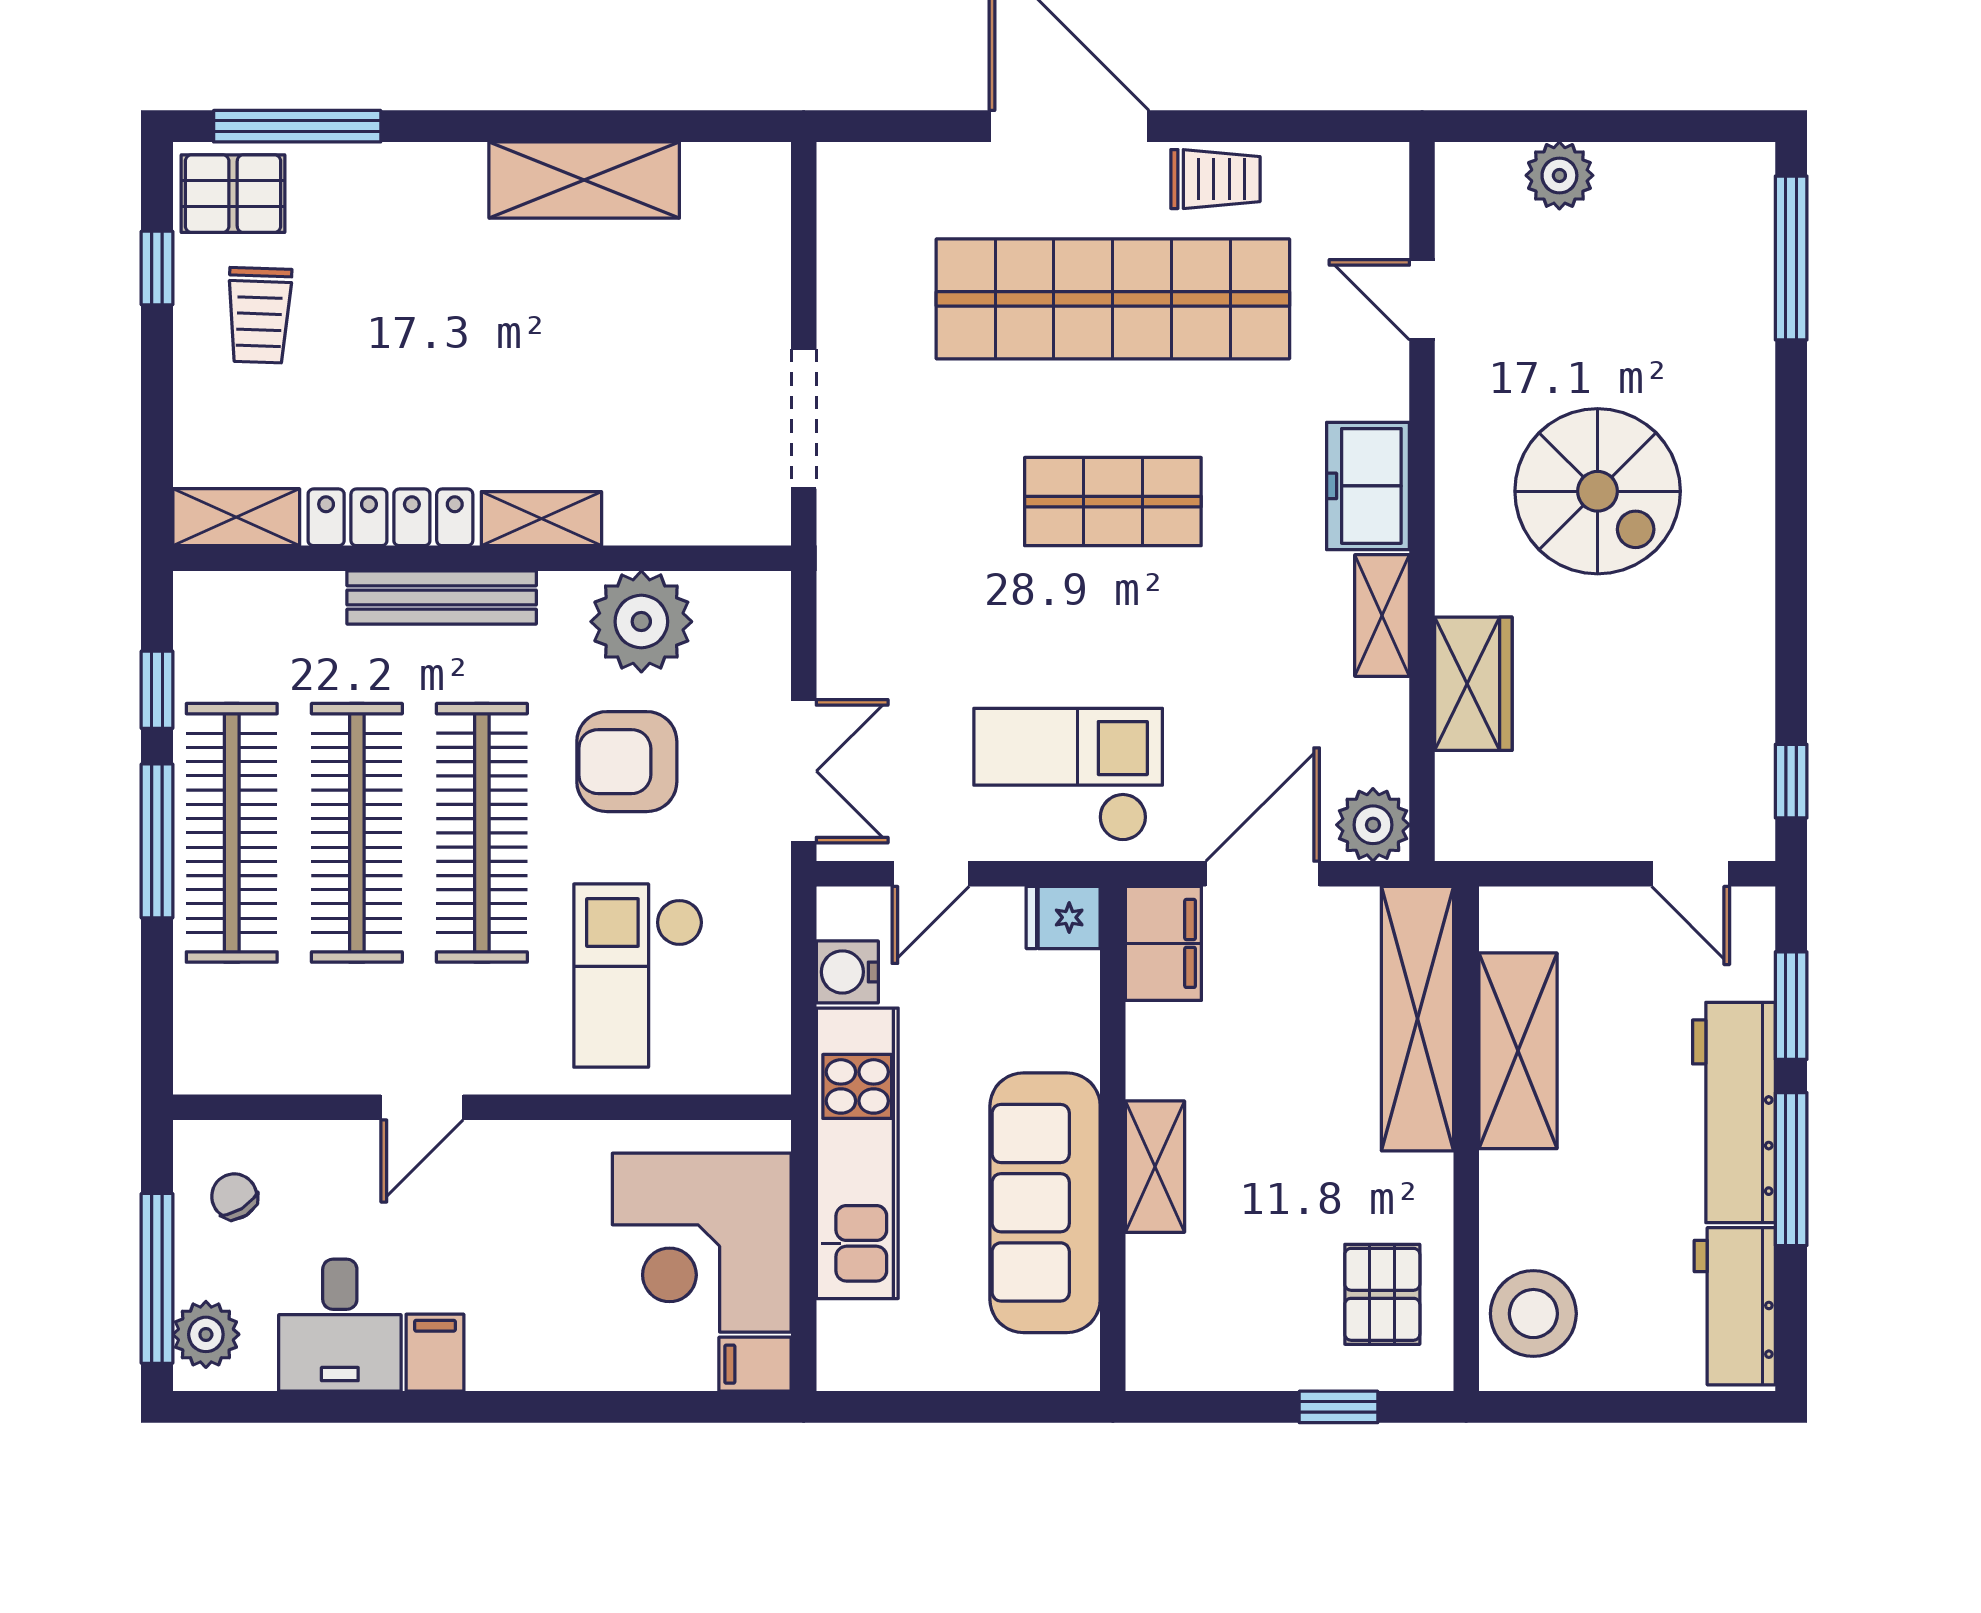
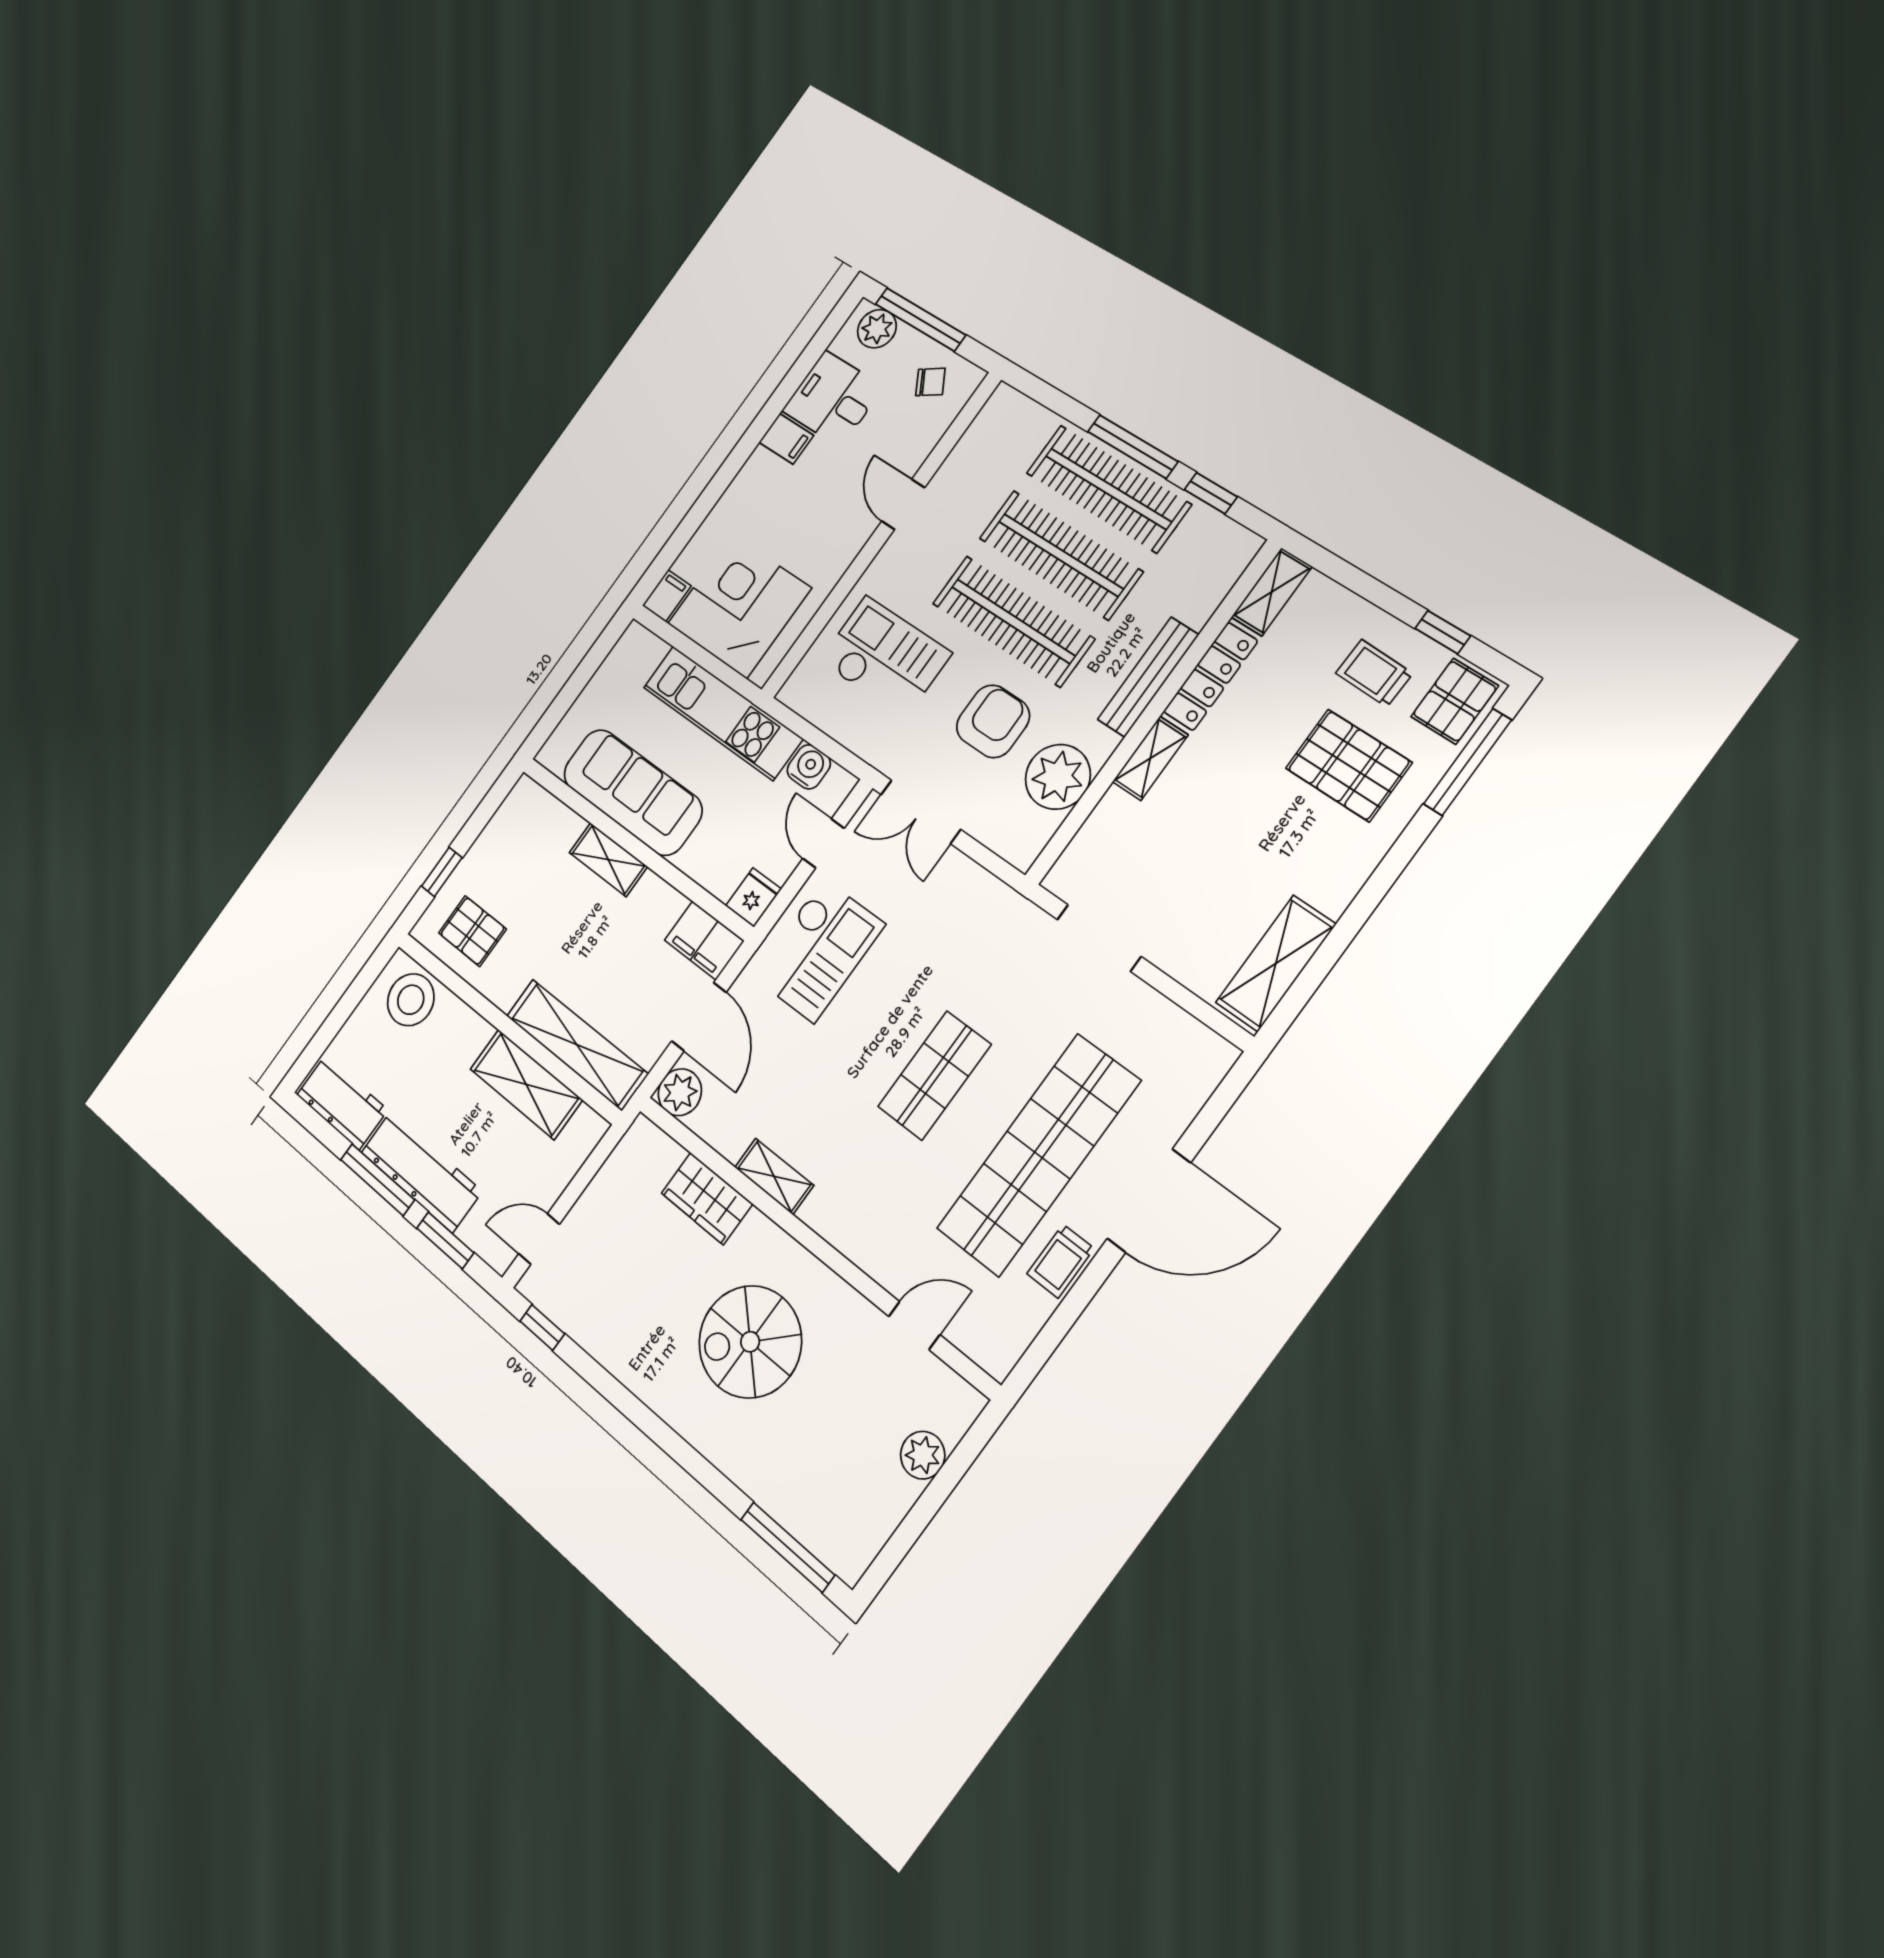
shelving: (584, 180) -> (1276, 963), moved
pallet: (392, 265) -> (1349, 765), added
freezer: (1368, 486) -> (842, 1220), removed

